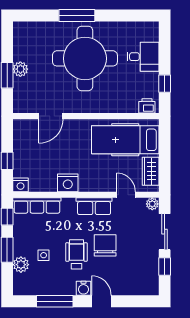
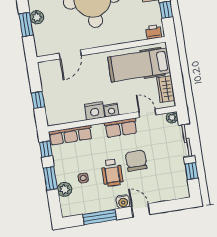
nightstand: (21, 185) -> (111, 110), moved
wheelchair: (76, 254) -> (112, 173), turned 180

